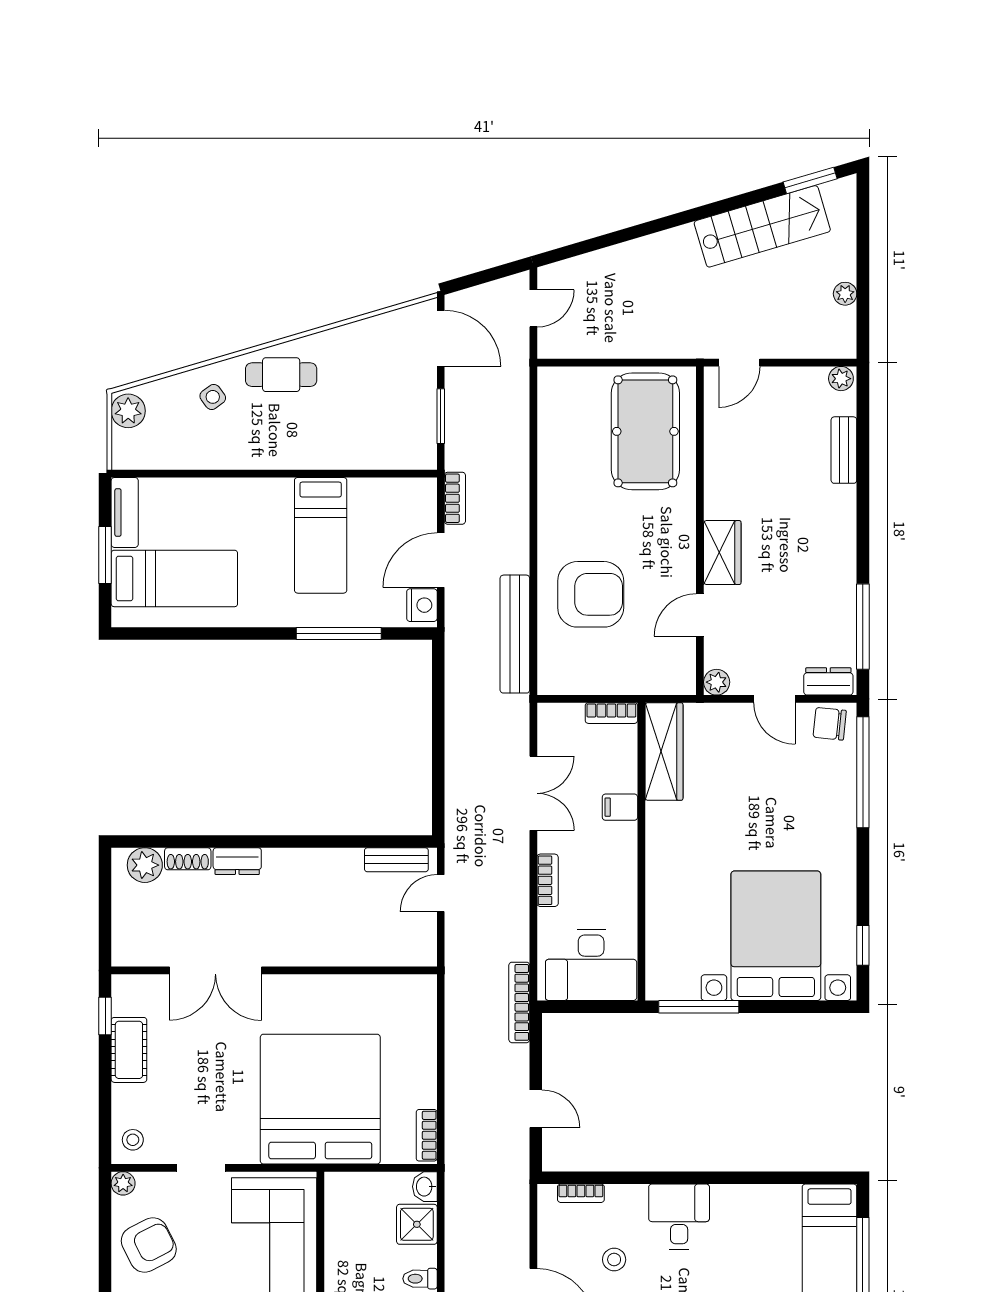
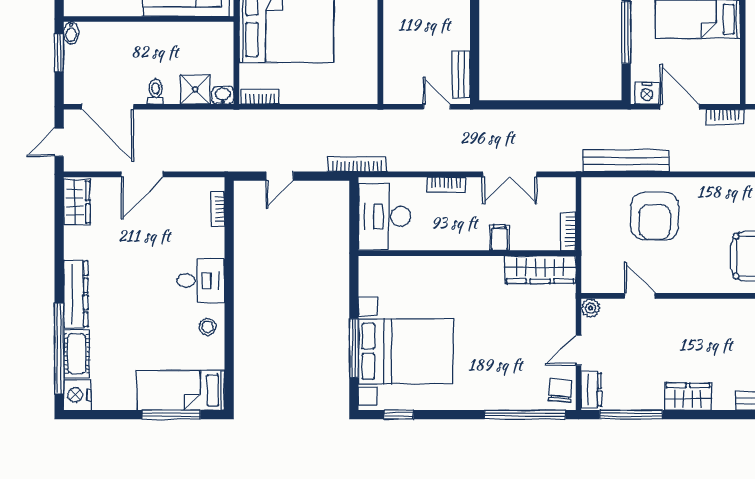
wardrobe: (722, 553) -> (688, 397), moved, turned 180
window: (699, 1007) -> (354, 348), moved
stool: (614, 1260) -> (207, 327), moved

